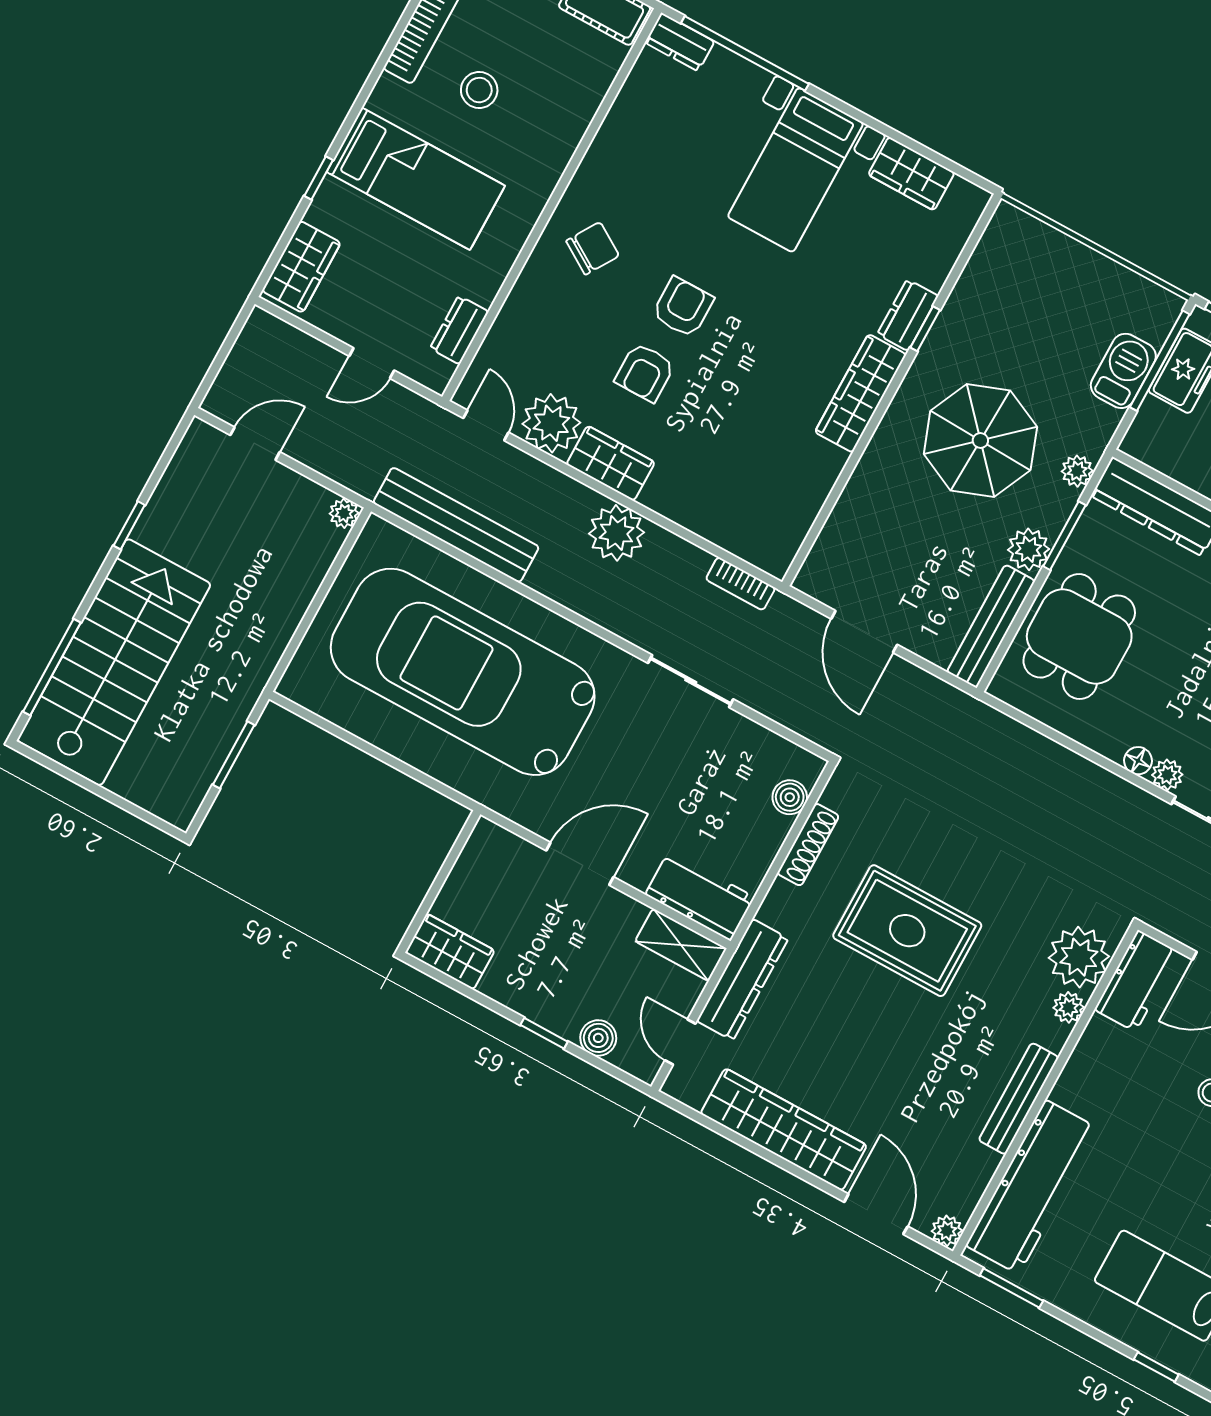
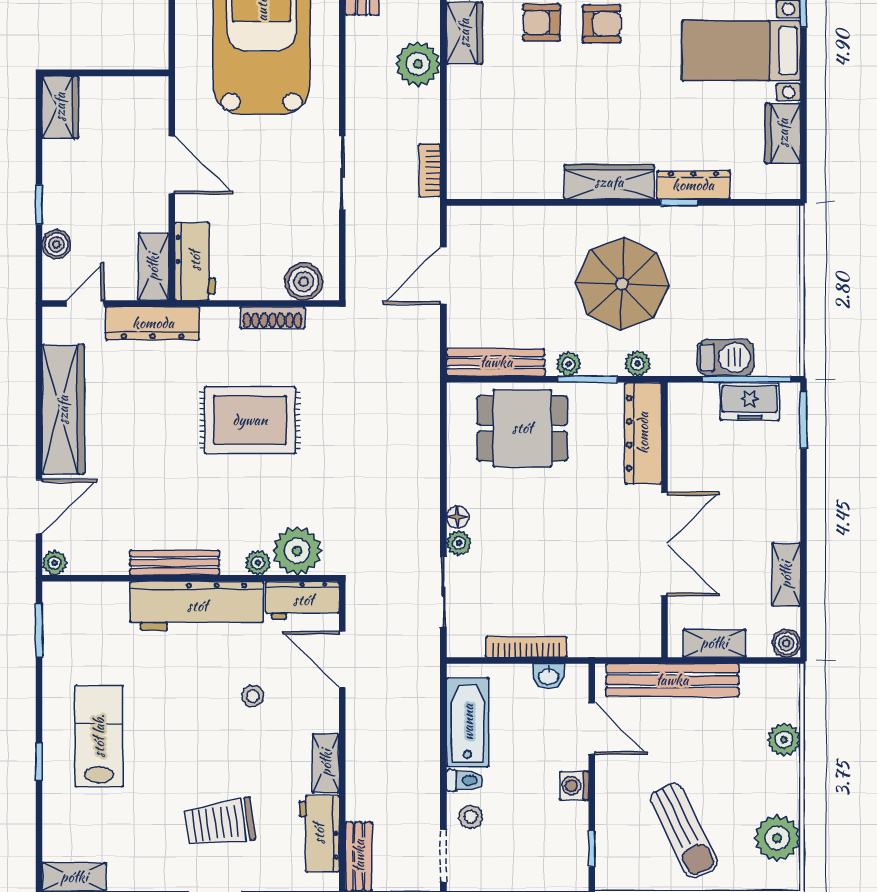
dresser: (908, 315) -> (693, 185), width x1.44
plant: (1029, 549) -> (569, 364), width x0.73, depth x0.73
boiler: (790, 797) -> (304, 282), width x1.36, depth x1.36
rug: (907, 931) -> (250, 420), turned 90
workbench: (1032, 1187) -> (197, 606), moved

